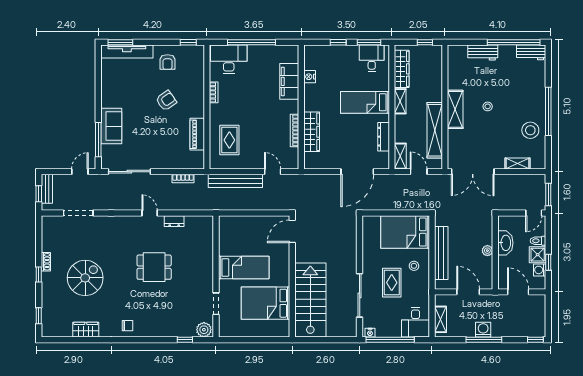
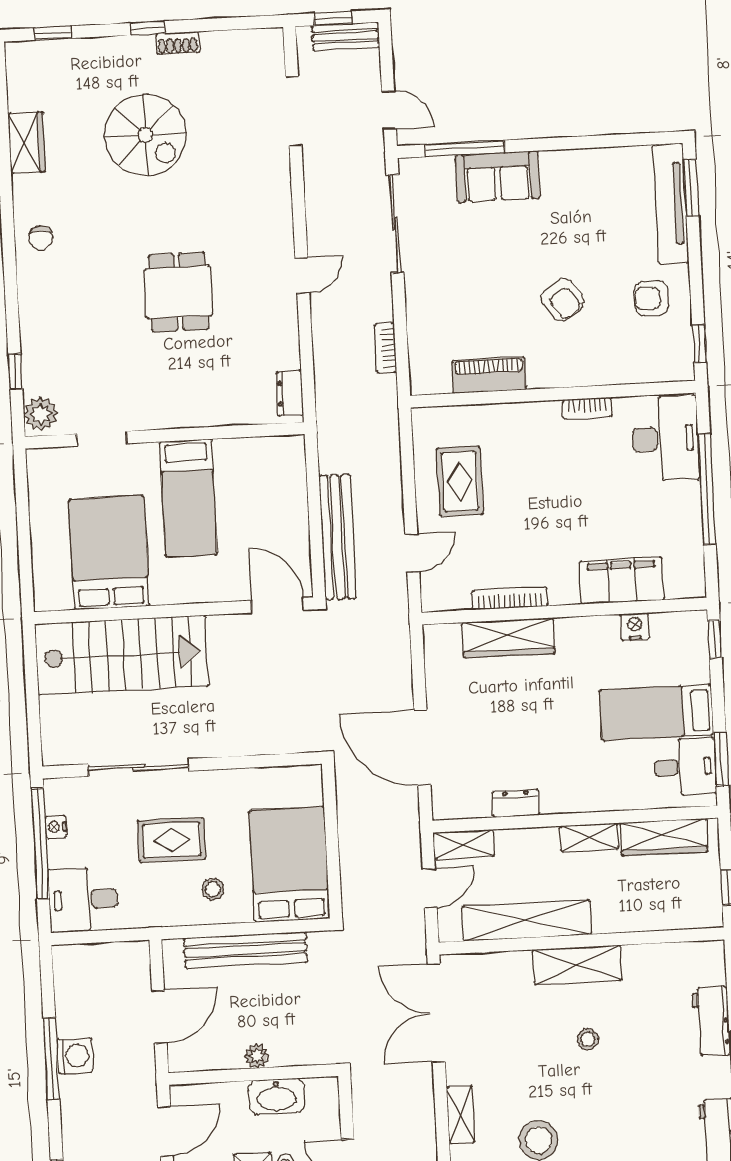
window: (338, 42) -> (715, 639), moved
bed: (365, 102) -> (656, 712), moved, turned -90
dresser: (384, 137) -> (516, 803), width x0.70
rug: (229, 140) -> (460, 481), moved, turned 90
bench: (235, 181) -> (337, 537), moved
dresser: (174, 221) -> (290, 393), moved
shelving: (441, 319) -> (93, 957), removed
nightstand: (370, 333) -> (56, 827), moved

